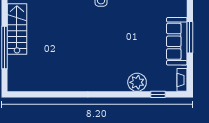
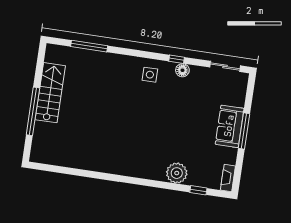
sofa: (177, 41) -> (230, 126), width x0.73

